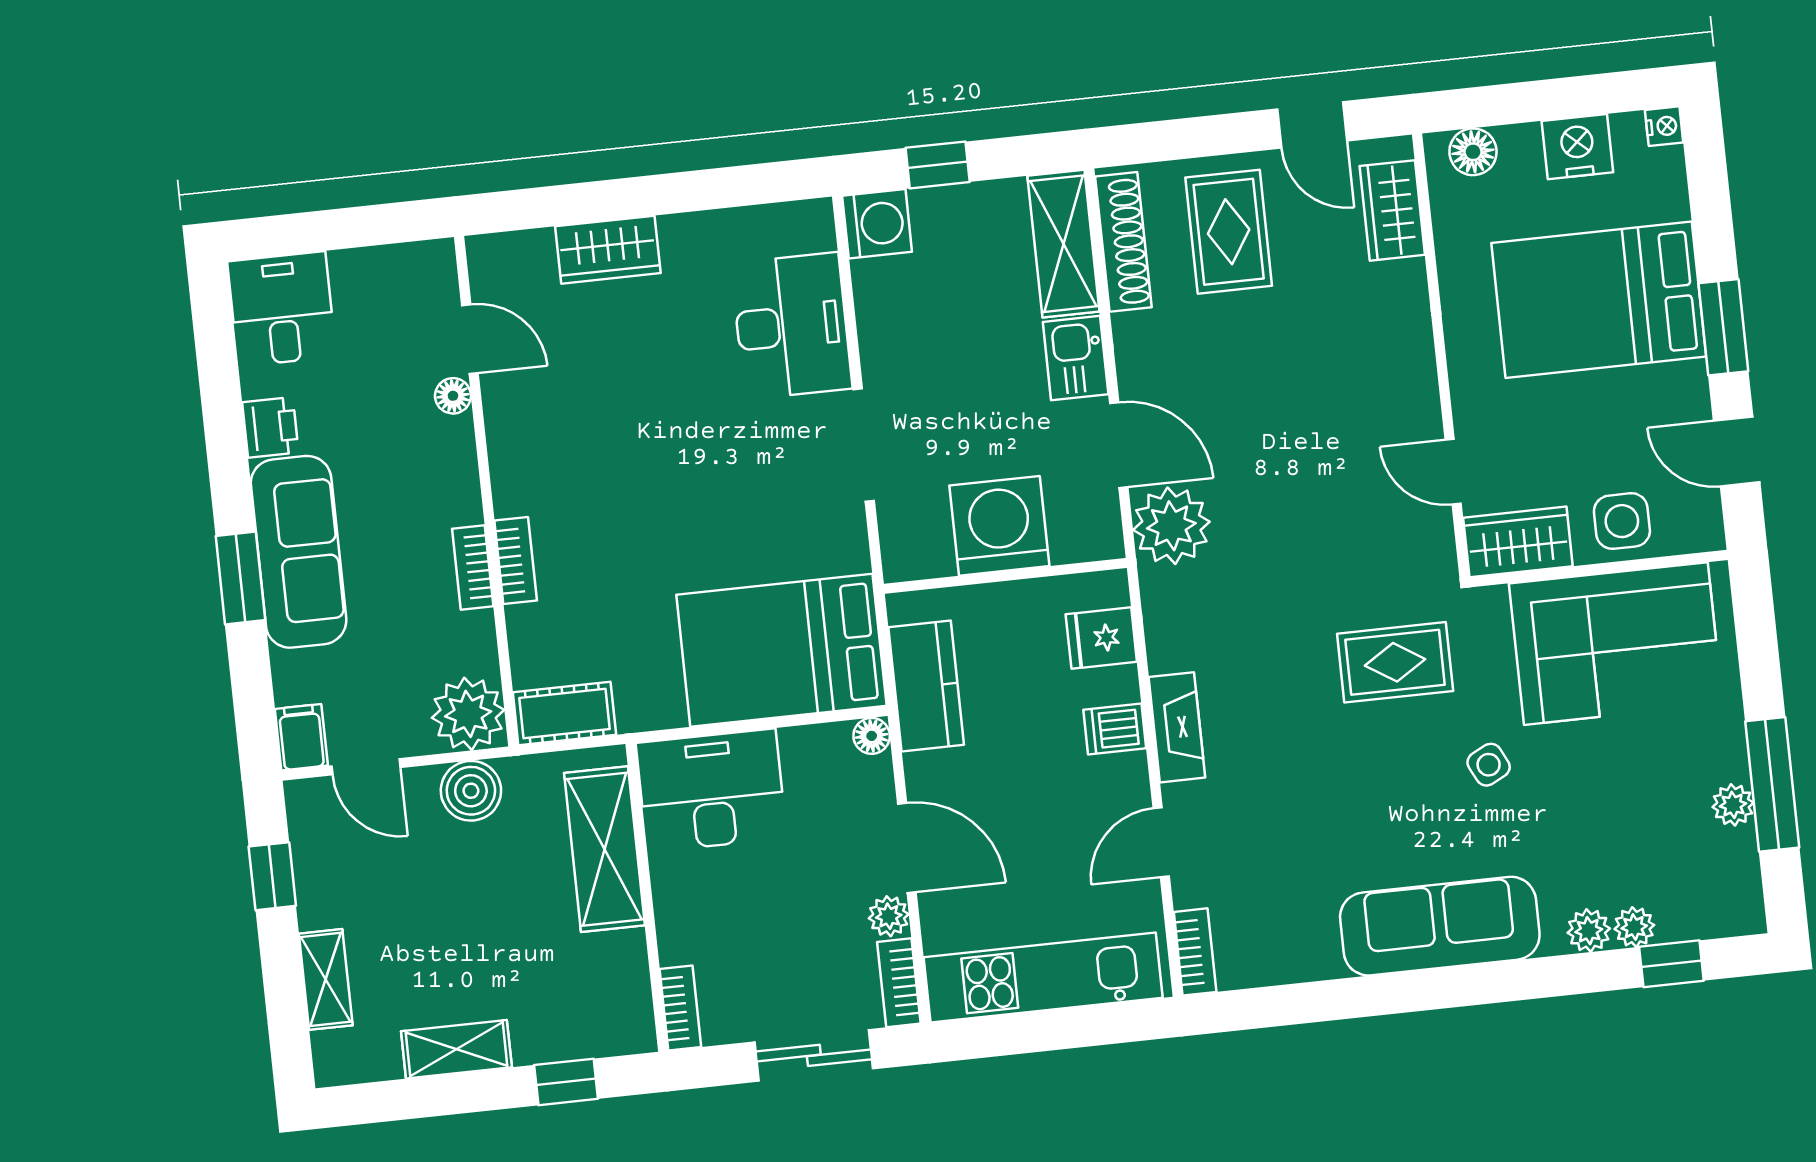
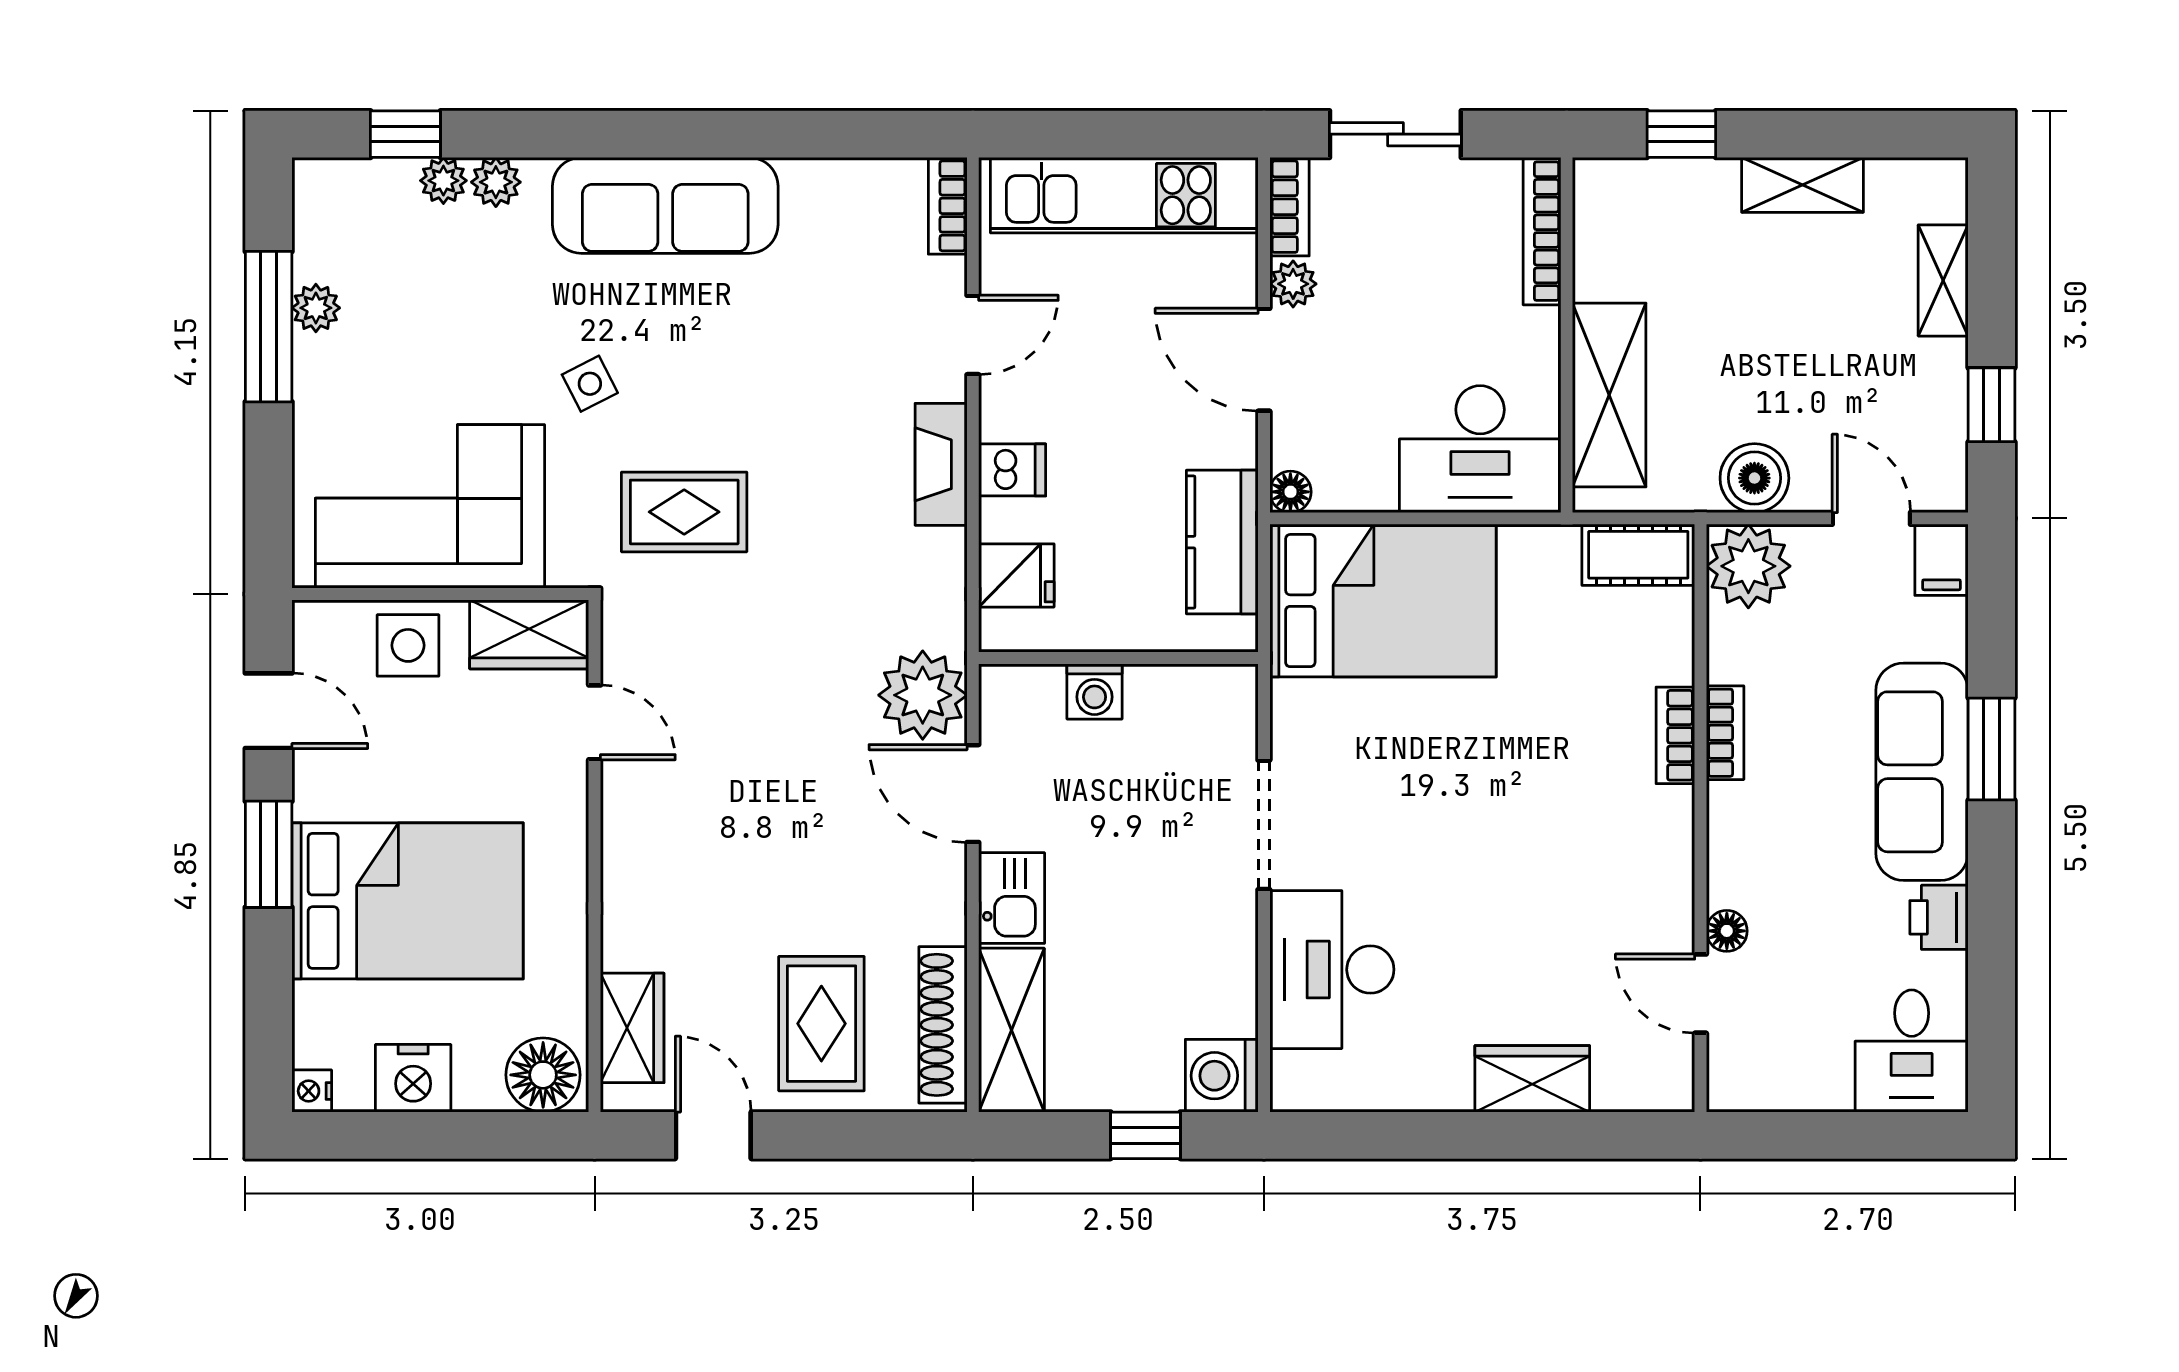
floor lamp: (1473, 152) -> (543, 1075), width x1.38, depth x1.38
washing machine: (999, 526) -> (1095, 691), width x0.53, depth x0.53
bookcase: (680, 1008) -> (1542, 231), width x1.56

